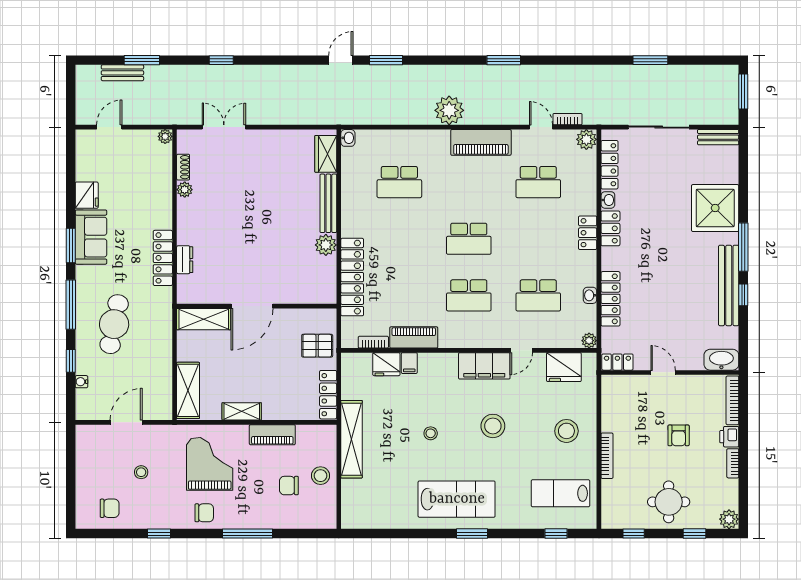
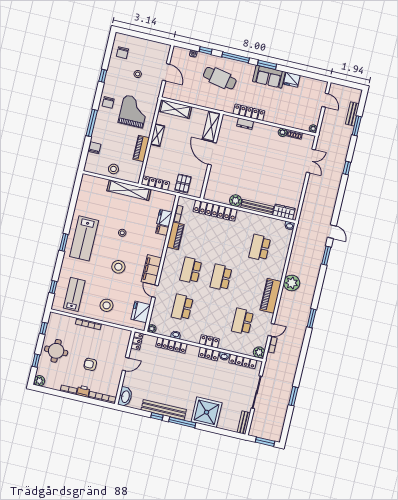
grand piano: (210, 464) -> (134, 111), turned -90
chair: (289, 486) -> (95, 148), moved

